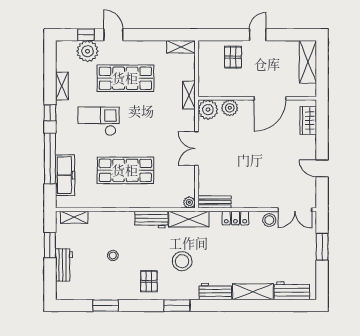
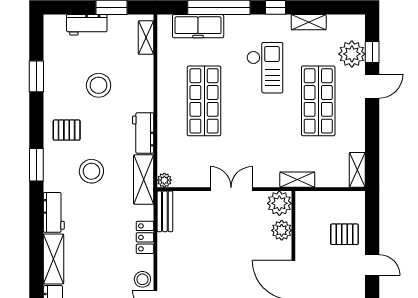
stool: (113, 255) -> (99, 85), width x1.89, depth x1.89

